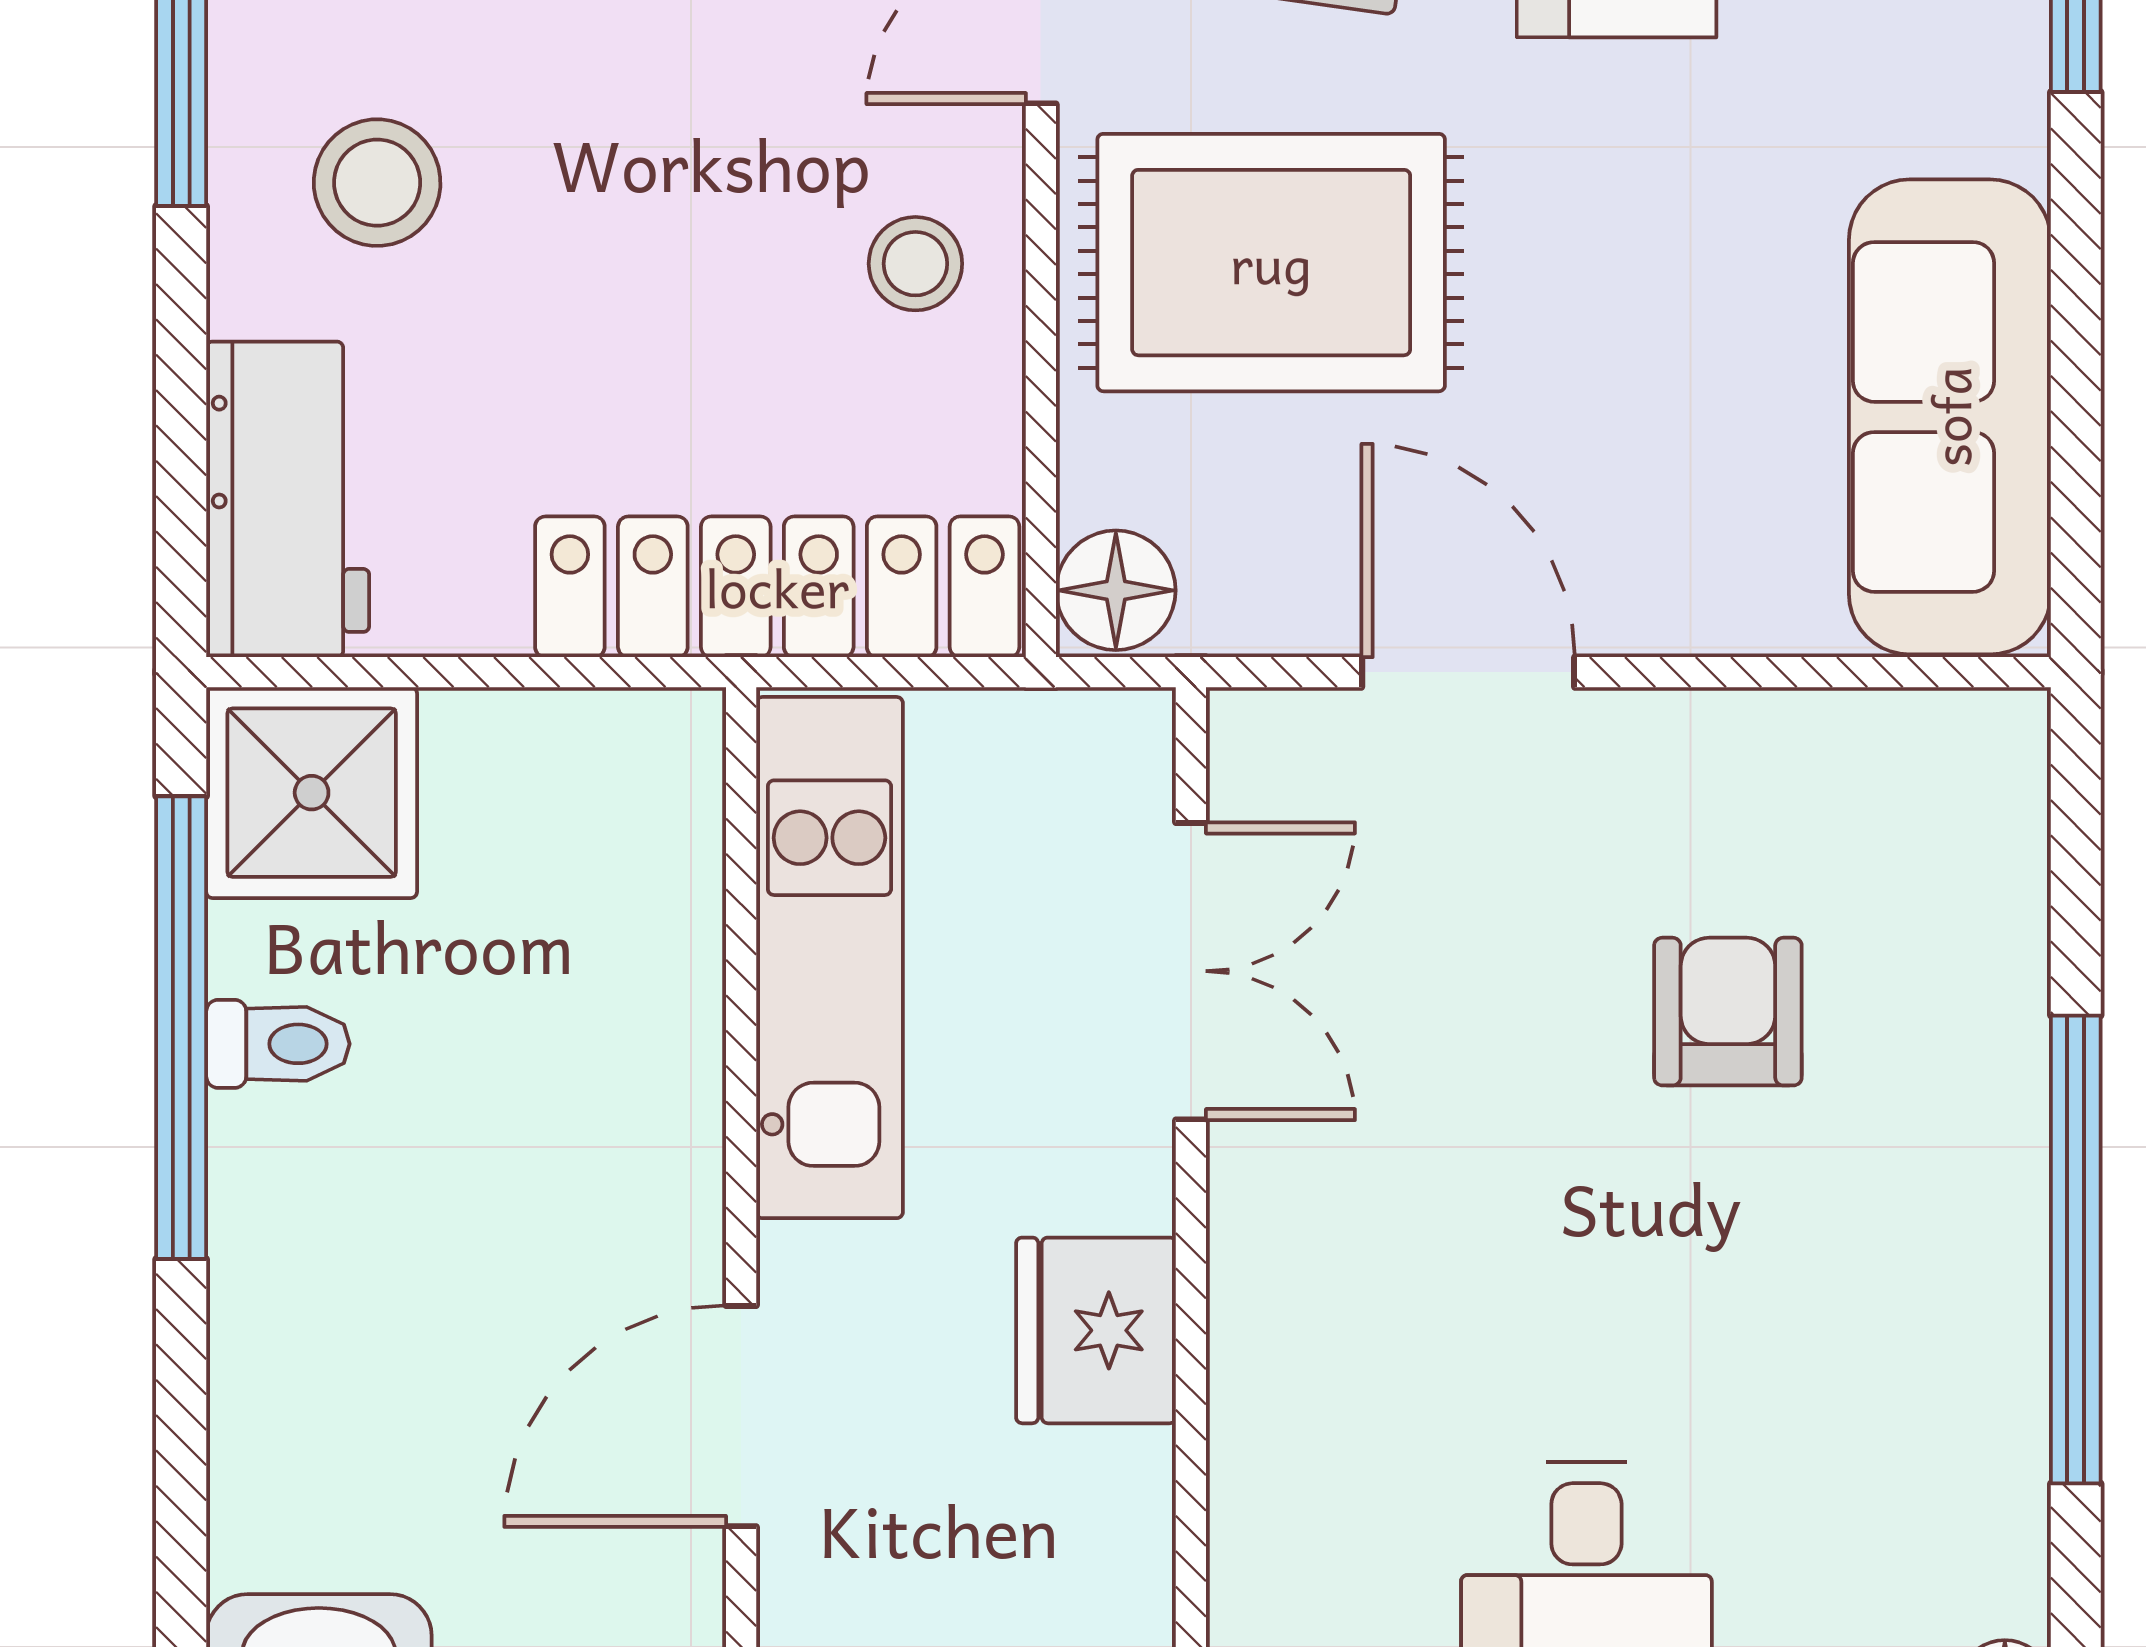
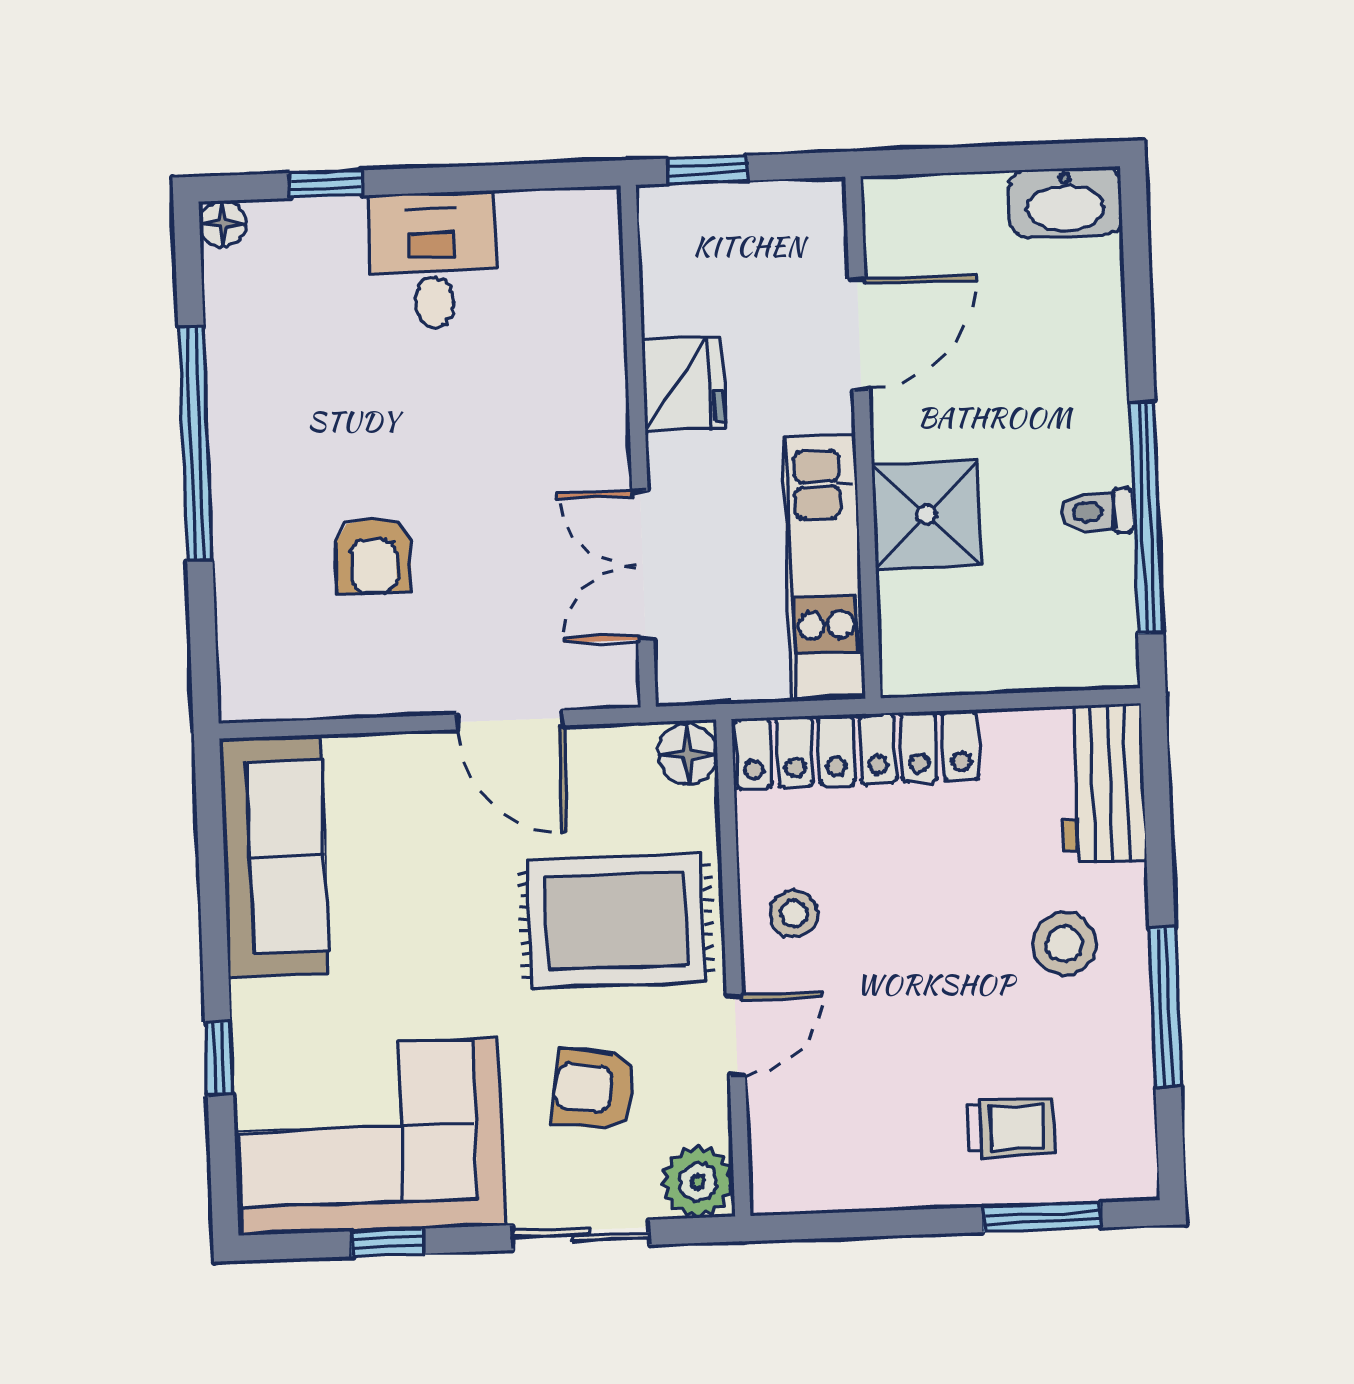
shower: (312, 793) -> (926, 515), moved

